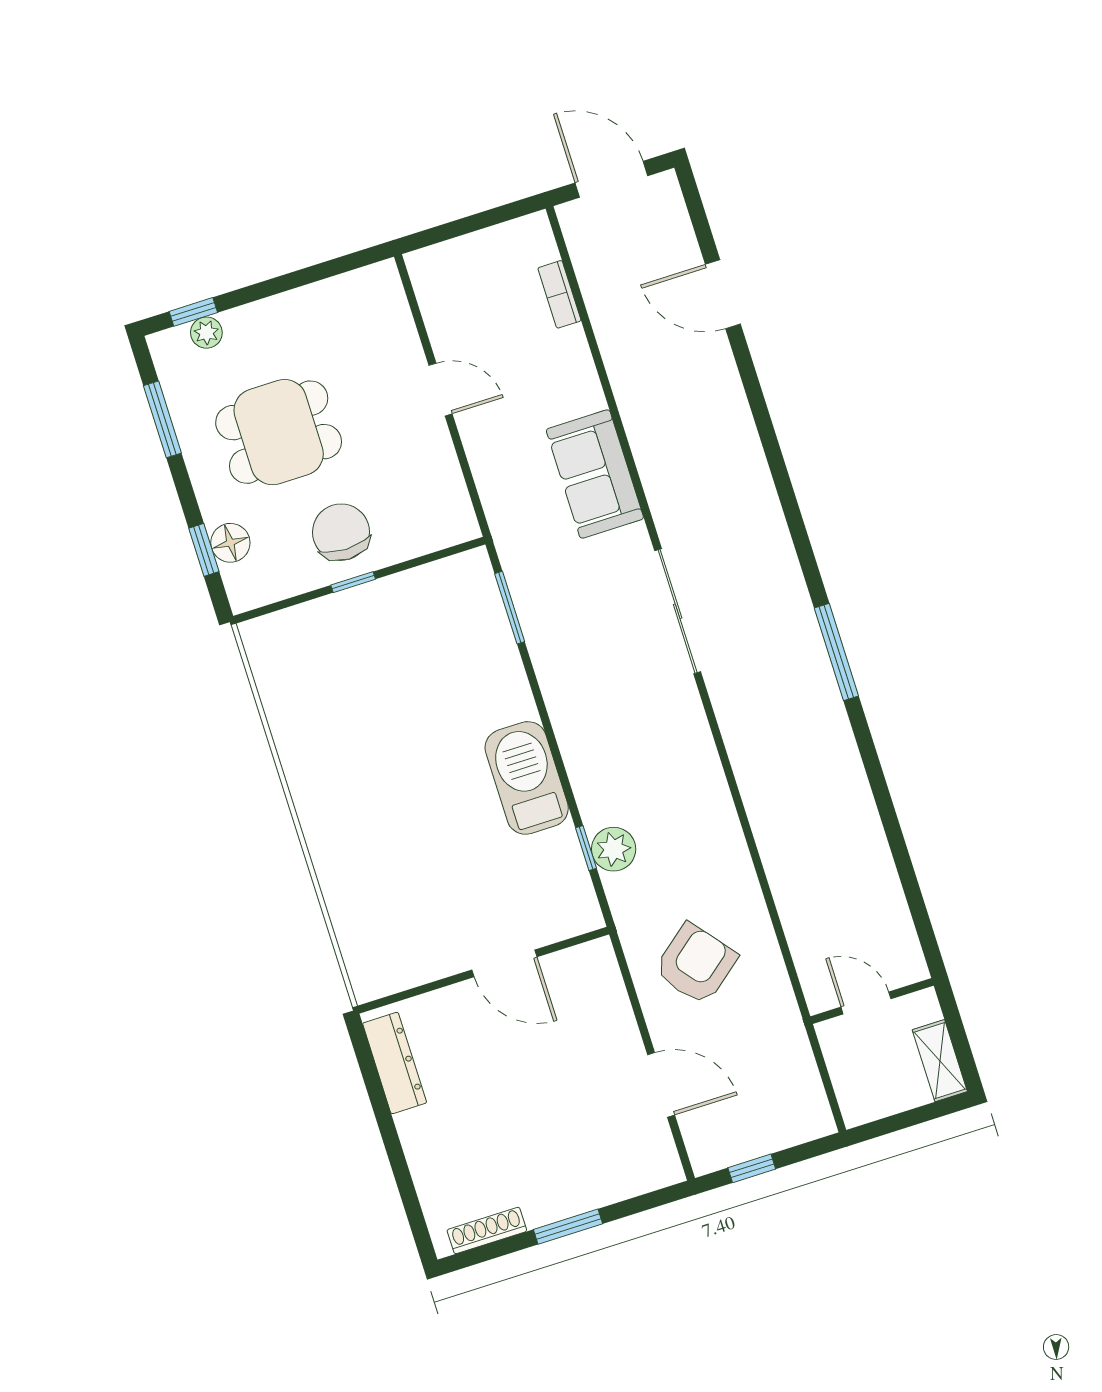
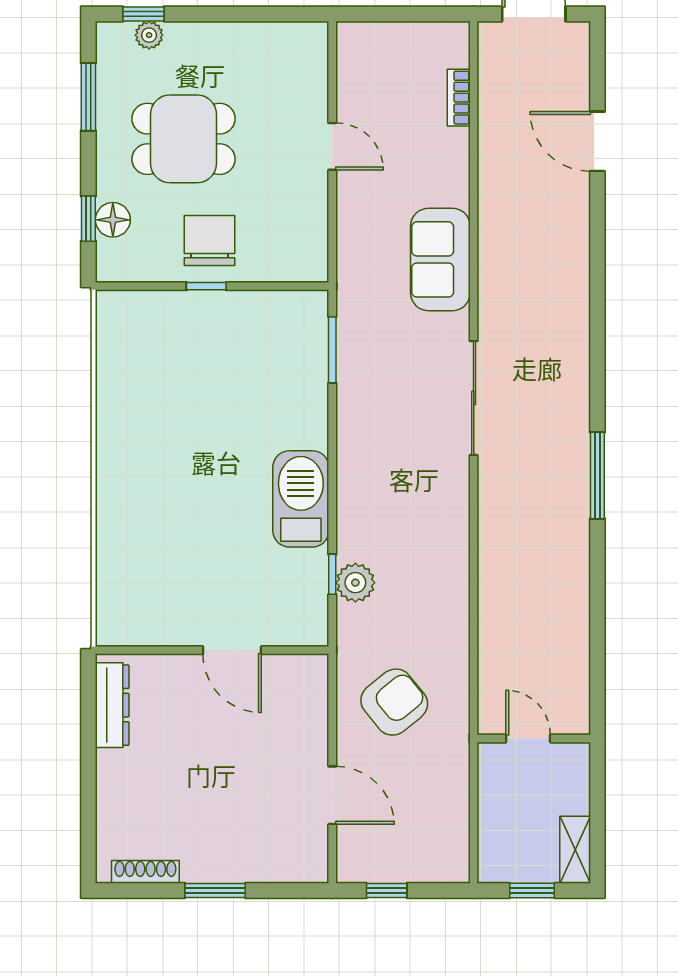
wall: (872, 1001) -> (534, 739), moved
door: (866, 1003) -> (528, 739), moved
window: (907, 1119) -> (532, 890), added

